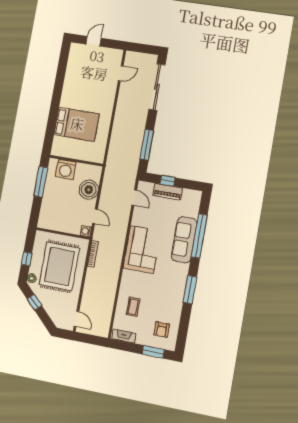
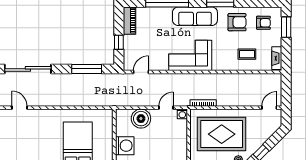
piano: (168, 192) -> (130, 21), moved
sofa: (184, 240) -> (195, 16), moved
armchair: (167, 303) -> (237, 22), added

